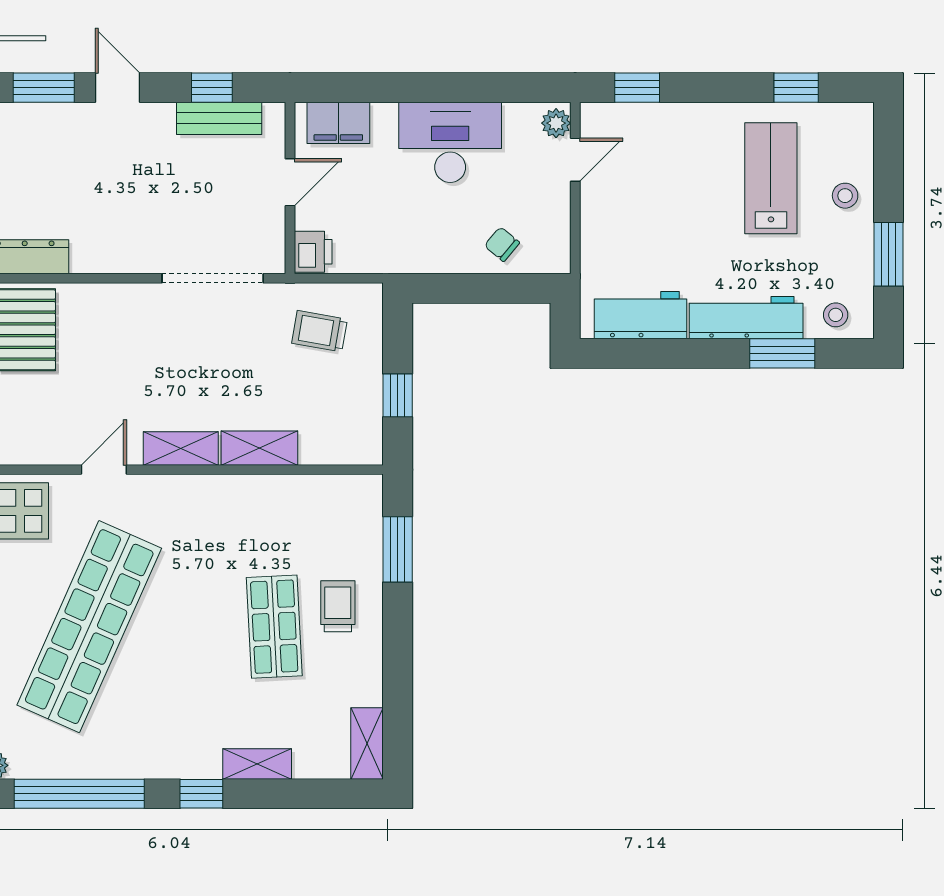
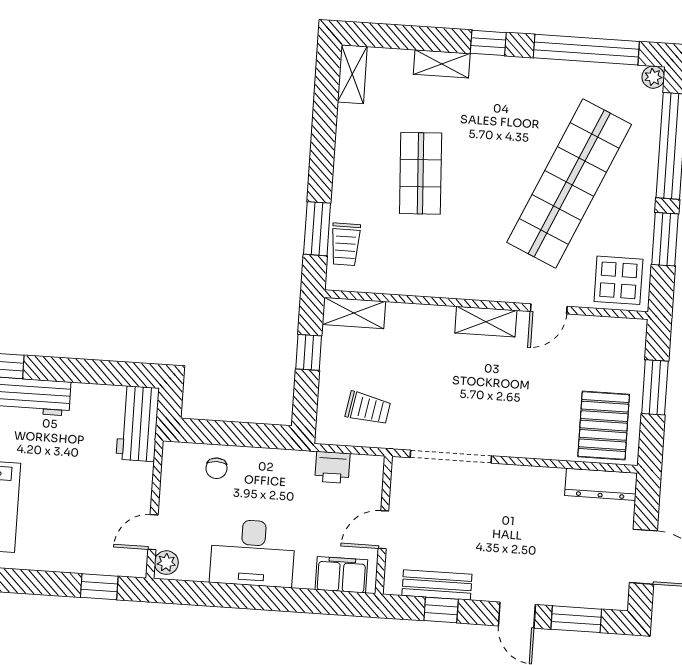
chair: (502, 244) -> (216, 468), turned 50
printer: (313, 252) -> (332, 467), moved, turned -90
workbench: (641, 315) -> (138, 424), moved, turned 90
shelving: (259, 448) -> (354, 313), moved
trolley: (338, 606) -> (345, 244), moved

